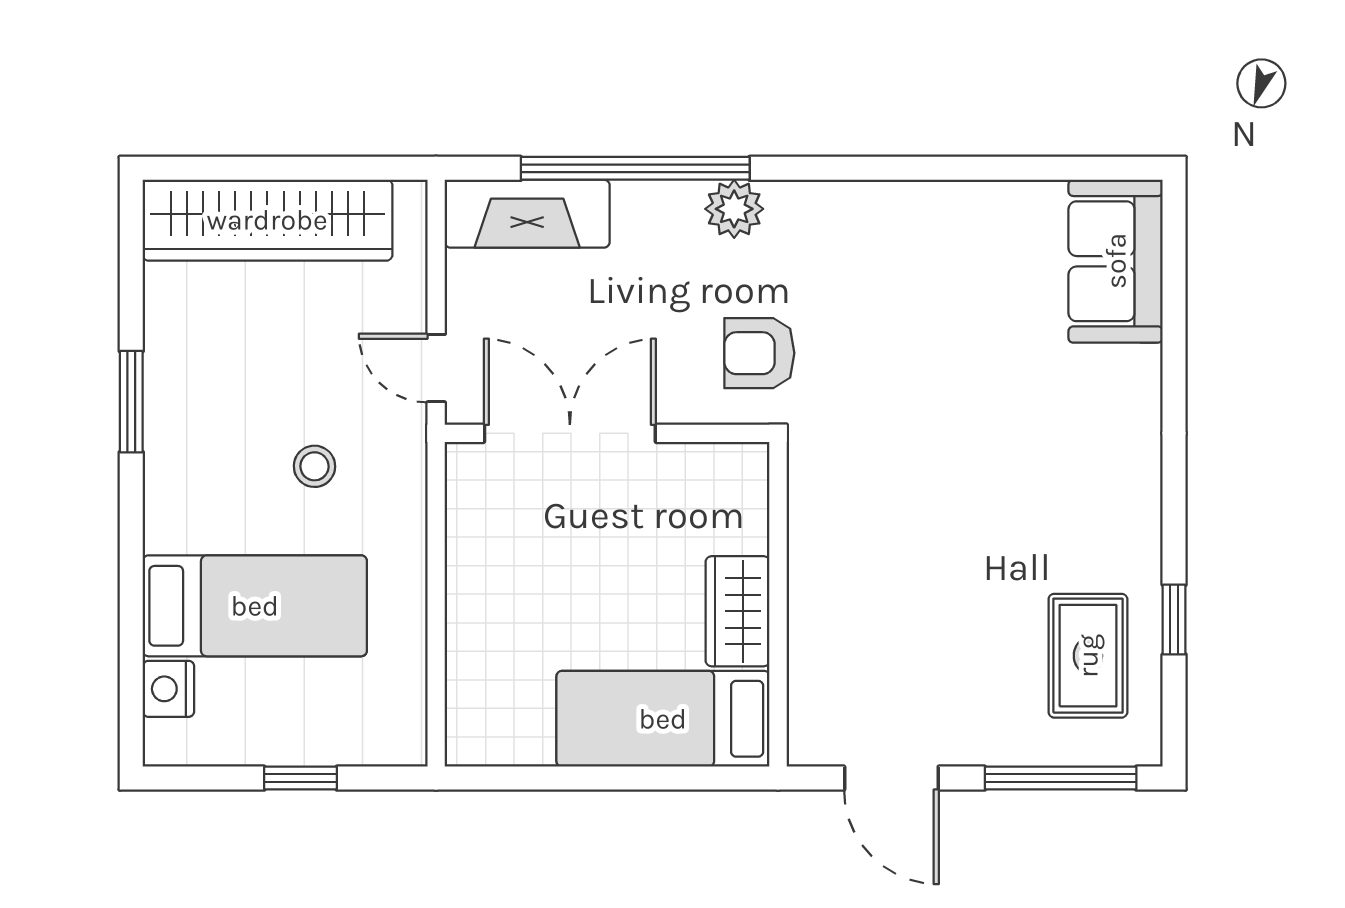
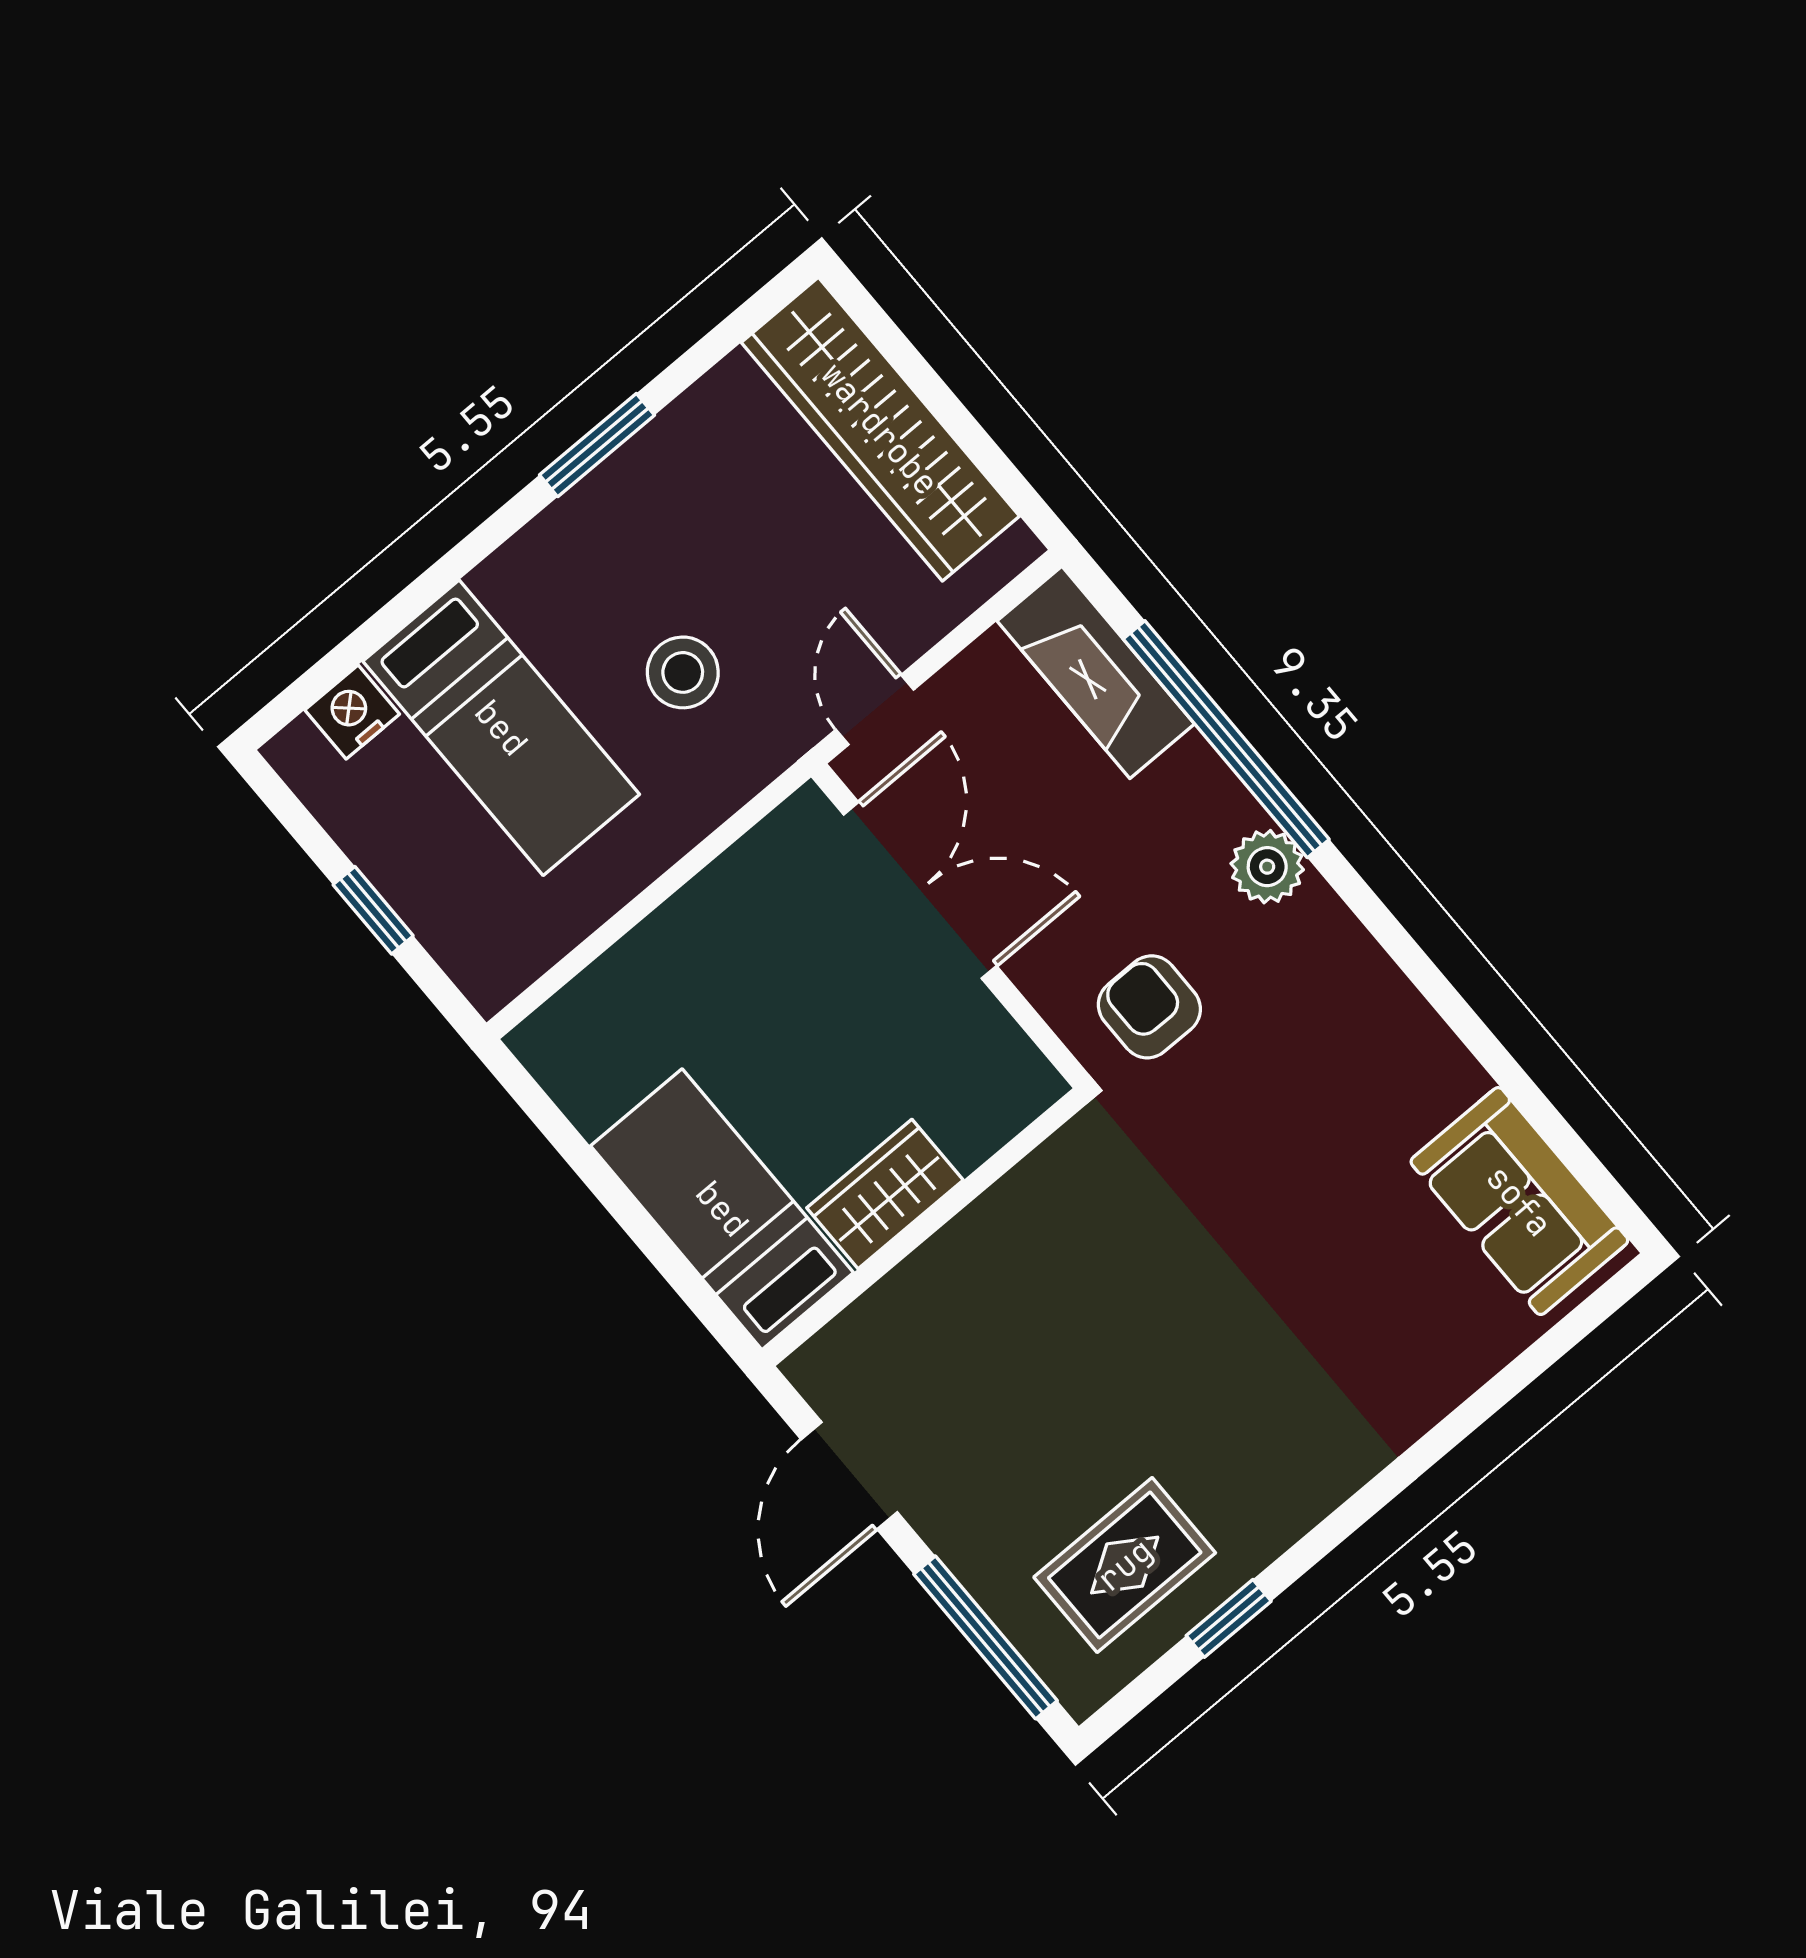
sofa: (1116, 261) -> (1519, 1201), moved, turned -90
stool: (314, 466) -> (683, 672), width x1.37, depth x1.37

